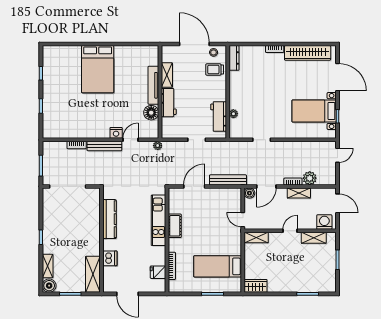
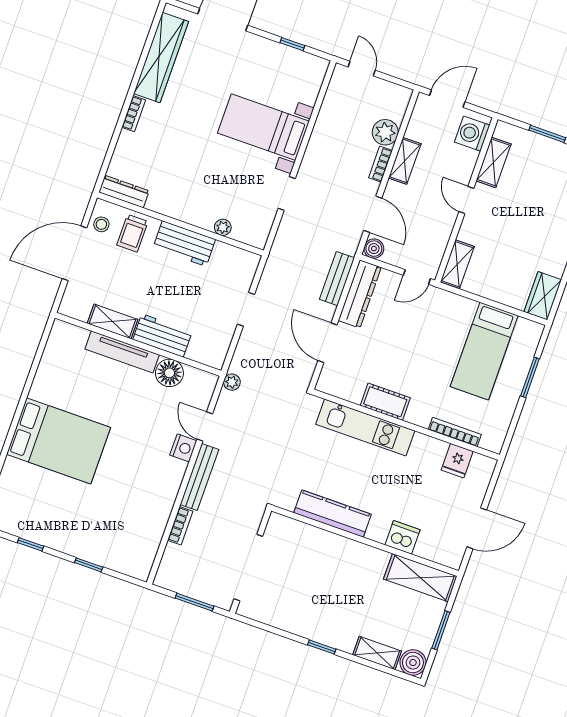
bed with nightstands: (314, 111) -> (263, 127), moved, turned 90
workbench: (219, 117) -> (184, 244), moved
bench: (228, 180) -> (337, 279), width x0.73
dresser: (224, 194) -> (360, 294), added

